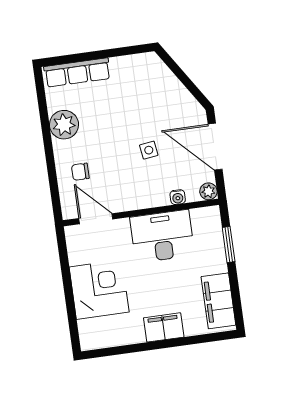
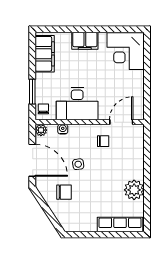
chair: (163, 107) -> (64, 192), added
chair: (80, 172) -> (103, 141), moved
door: (96, 219) -> (121, 122), swing flipped
chair: (209, 222) -> (43, 109), added
corner desk: (99, 290) -> (126, 51), moved

